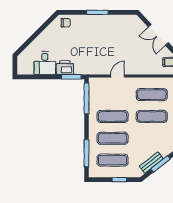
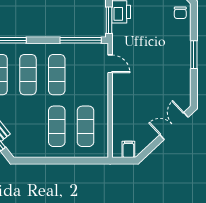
double door: (158, 35) -> (174, 126), moved
door: (118, 76) -> (110, 64), moved

